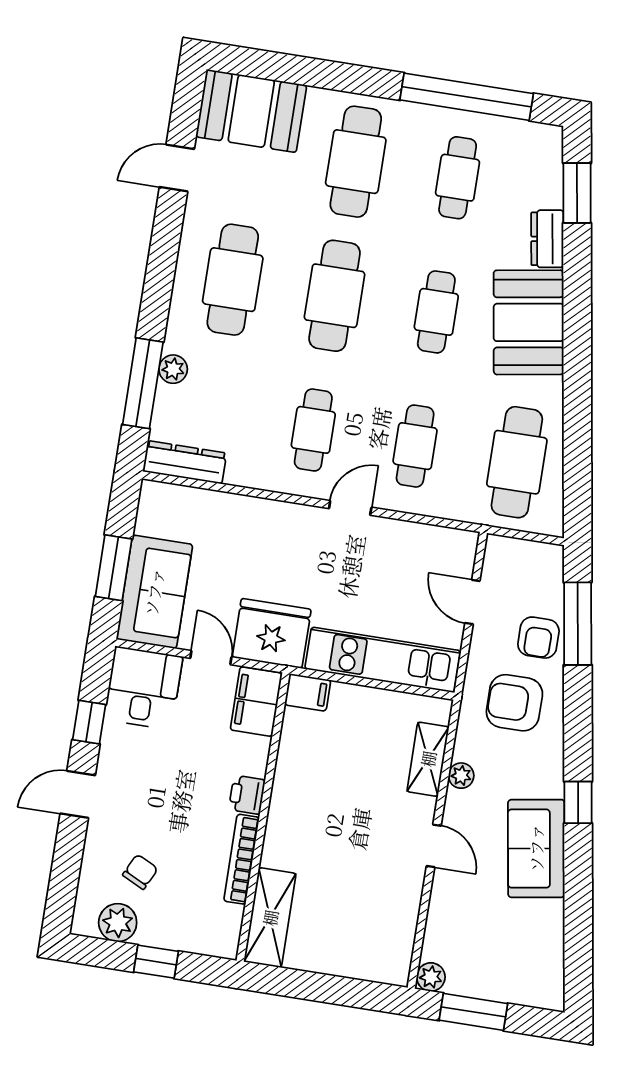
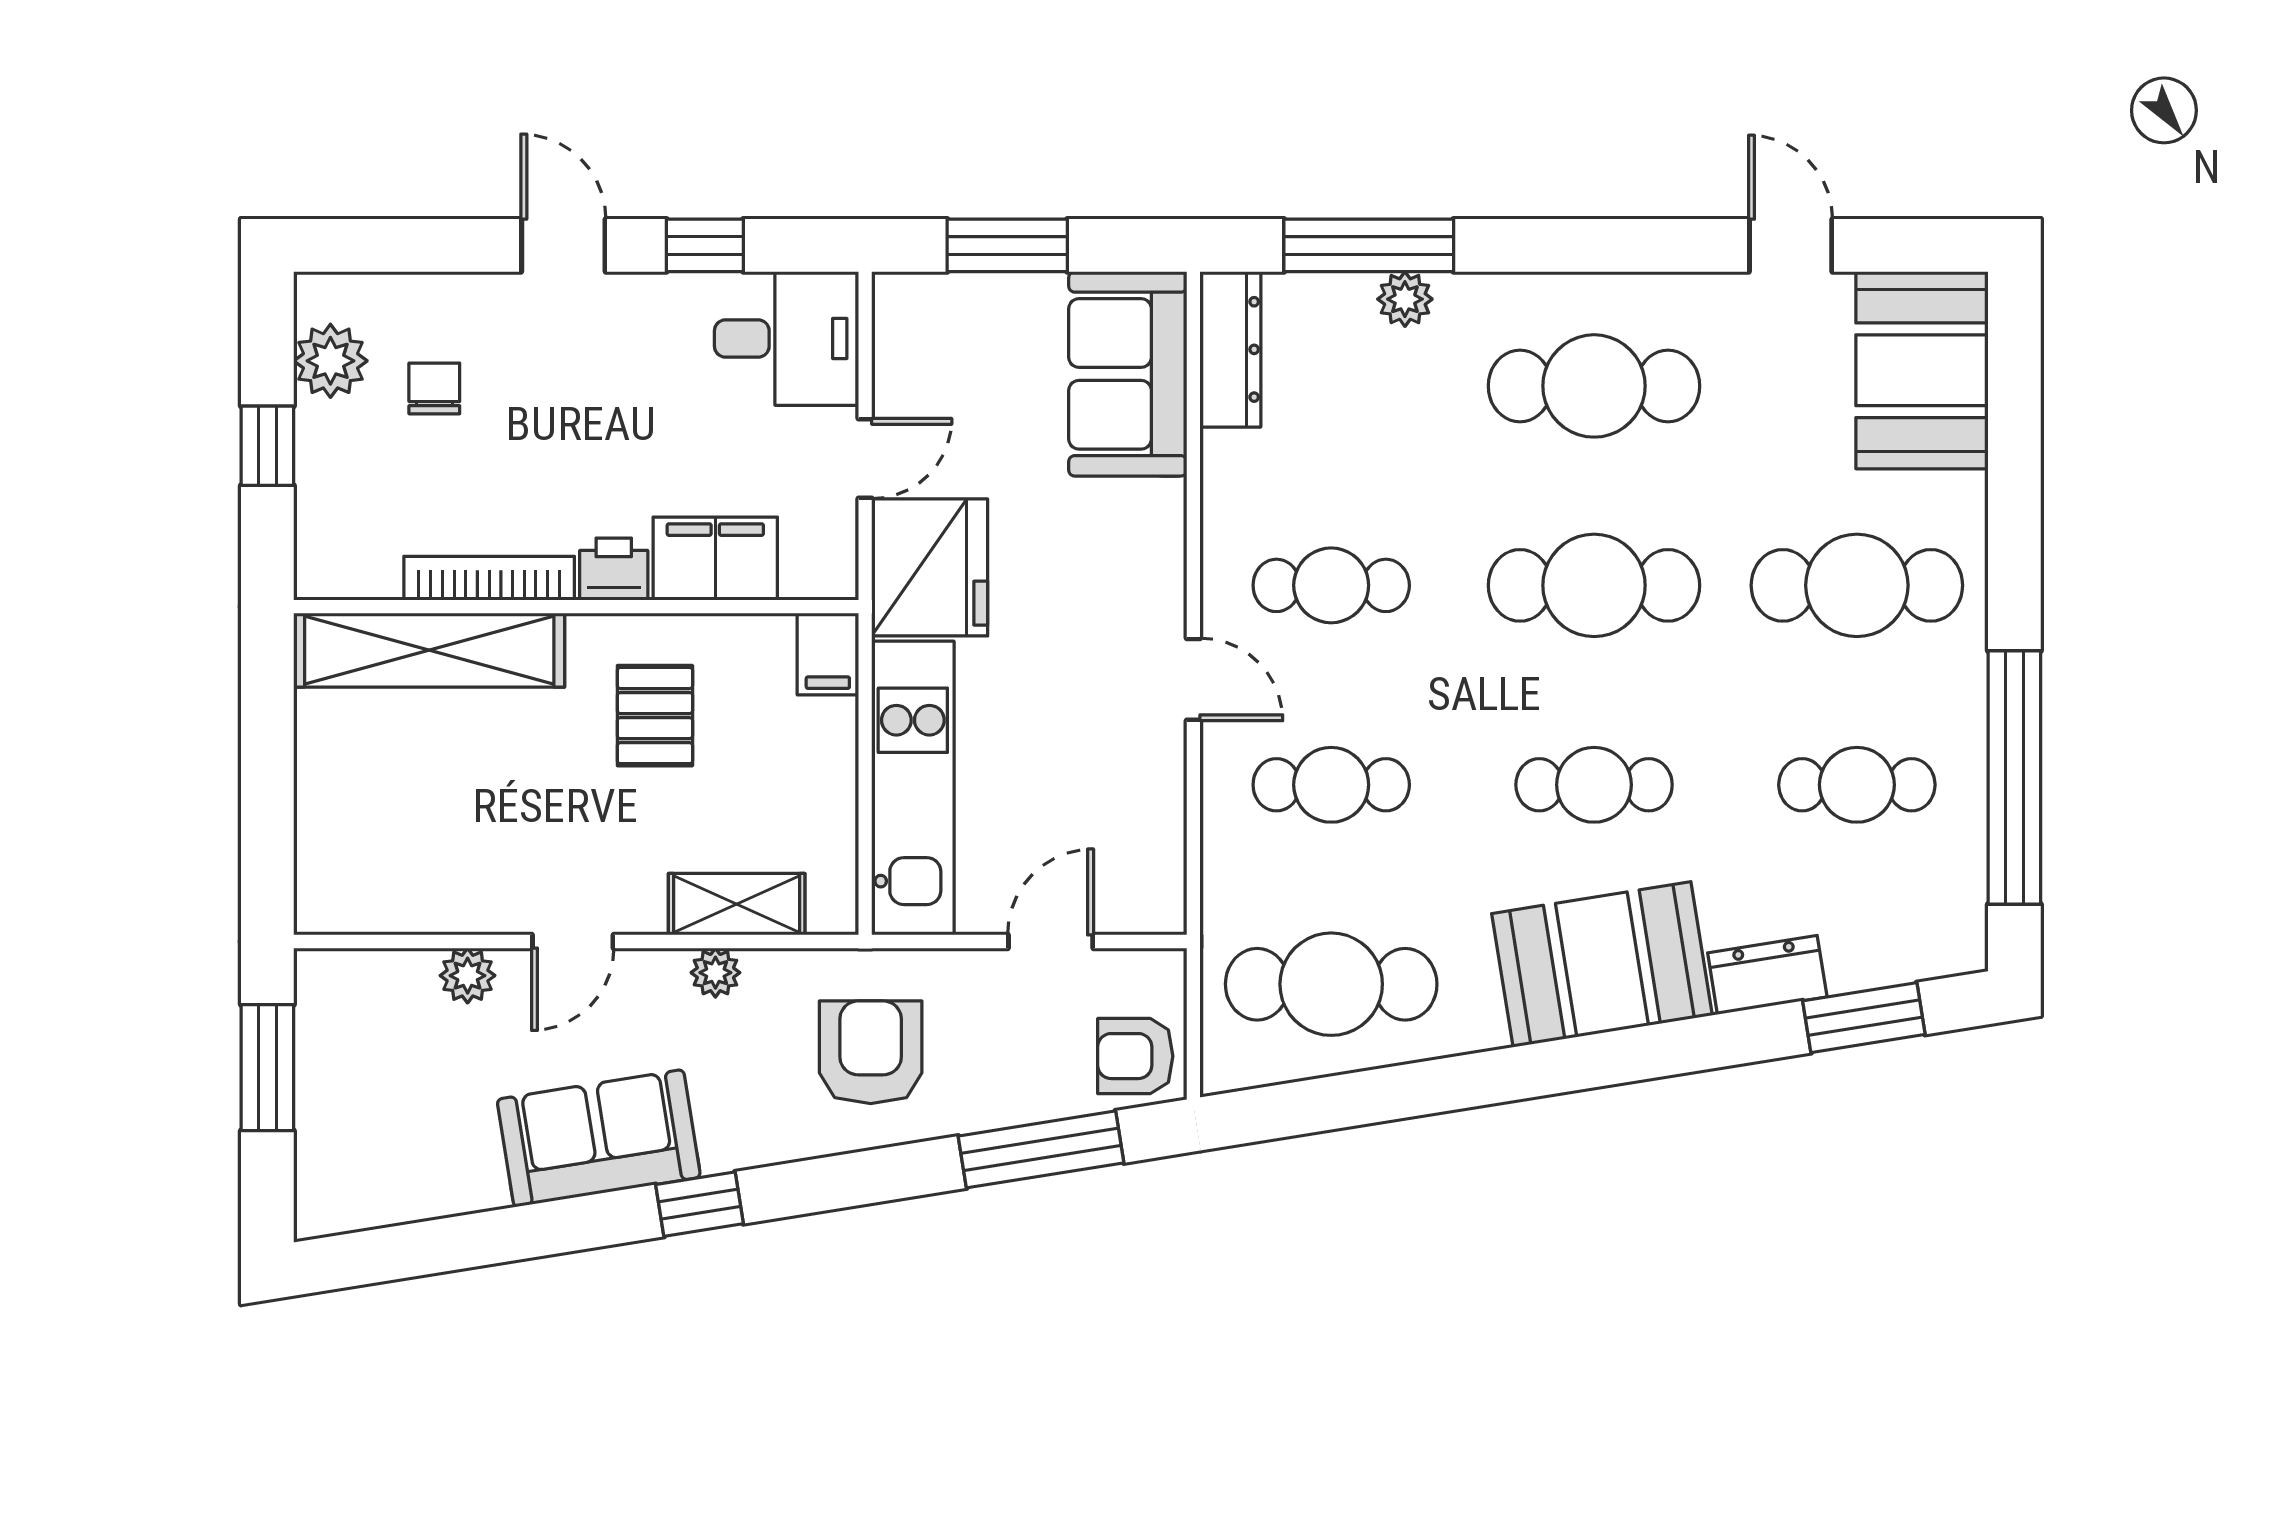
sofa: (154, 592) -> (1128, 374), moved, turned 90
armchair: (538, 638) -> (1135, 1056), moved
filing cabinet: (256, 702) -> (715, 559), moved
pallet: (325, 786) -> (655, 716), added
chair: (140, 872) -> (434, 388), turned -116
shelving: (270, 918) -> (429, 650), width x1.47
plant: (431, 977) -> (468, 976), moved

